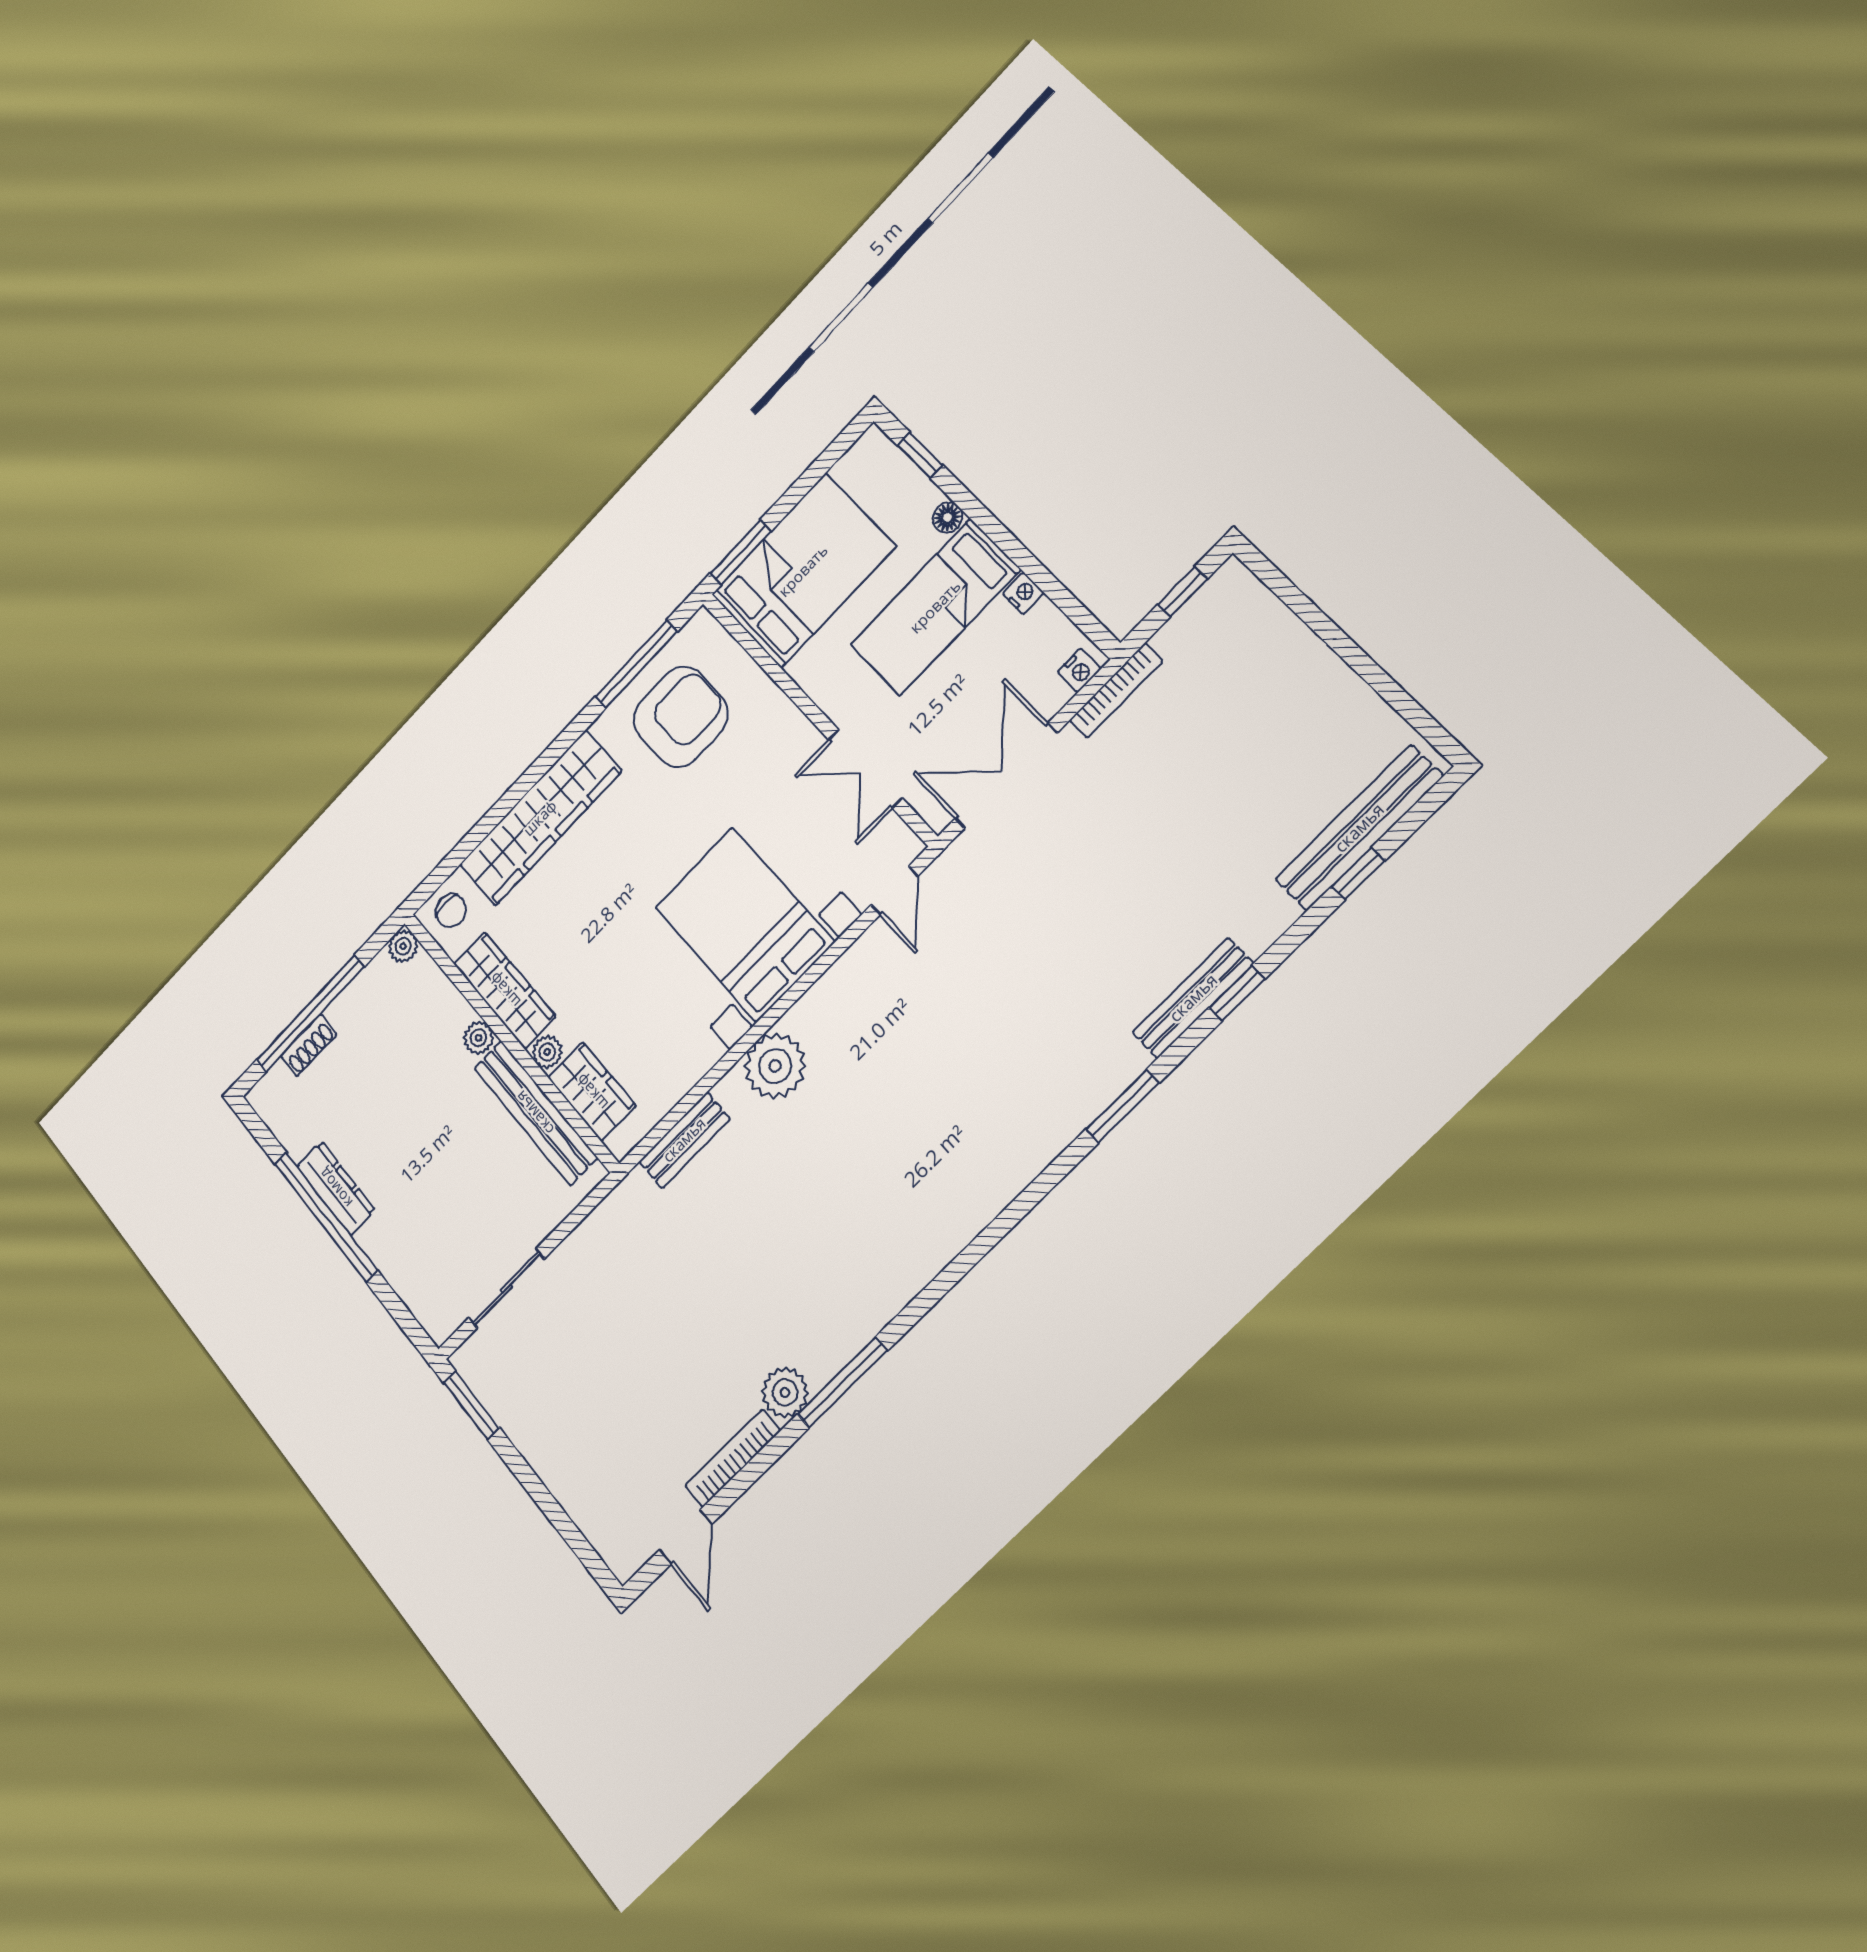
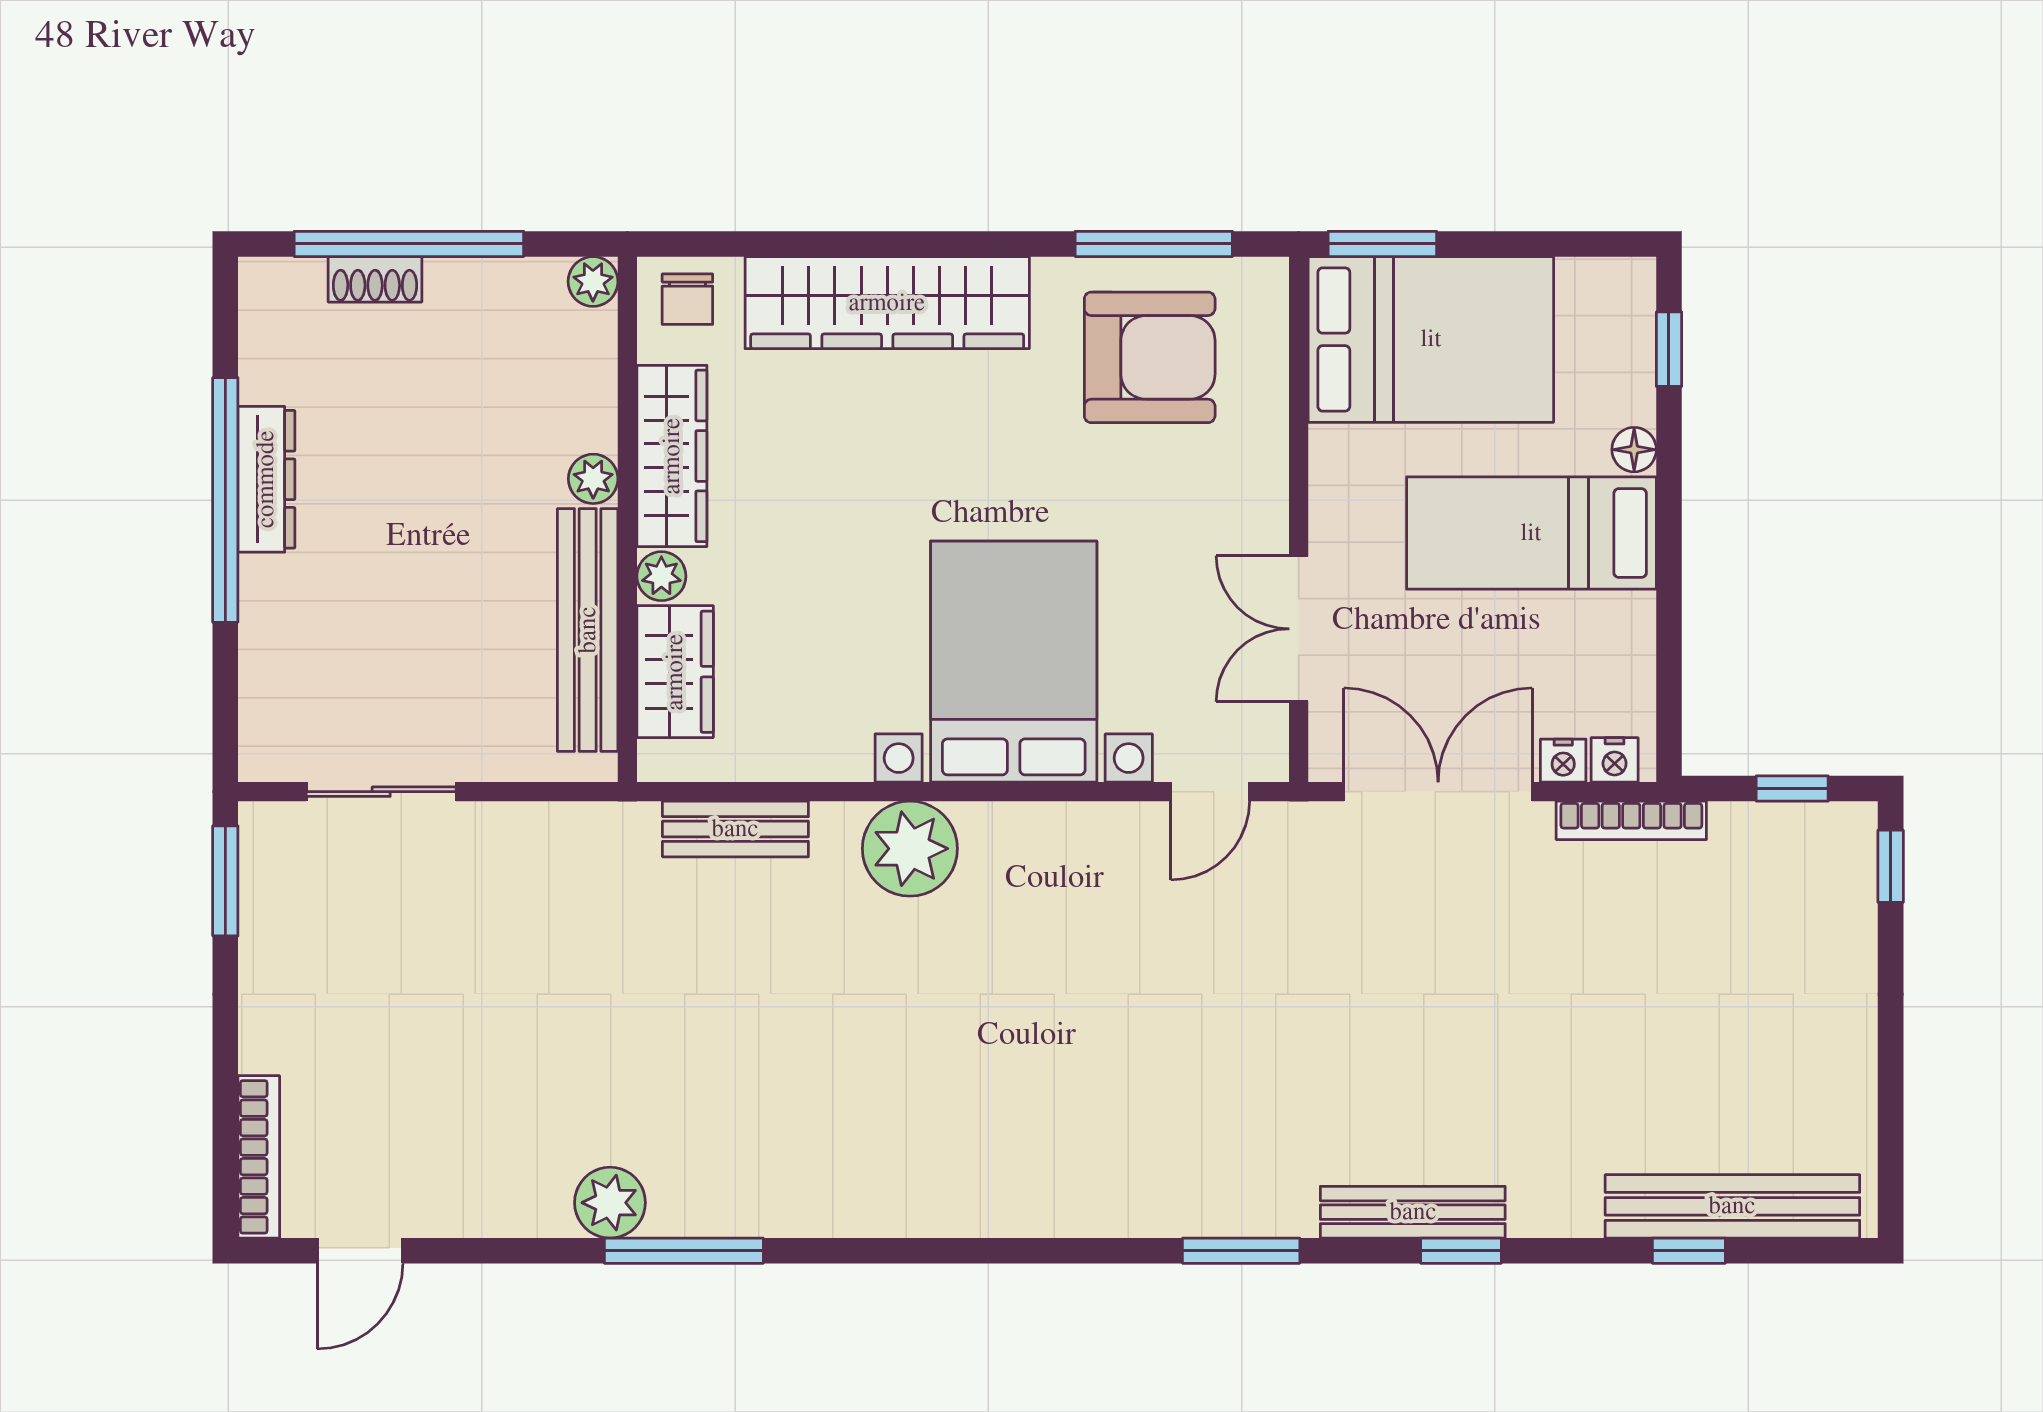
window: (1271, 577) -> (1891, 866), added
nightstand: (1023, 593) -> (1563, 761), moved, turned 90
bookcase: (733, 1458) -> (259, 1157), moved, turned 90

